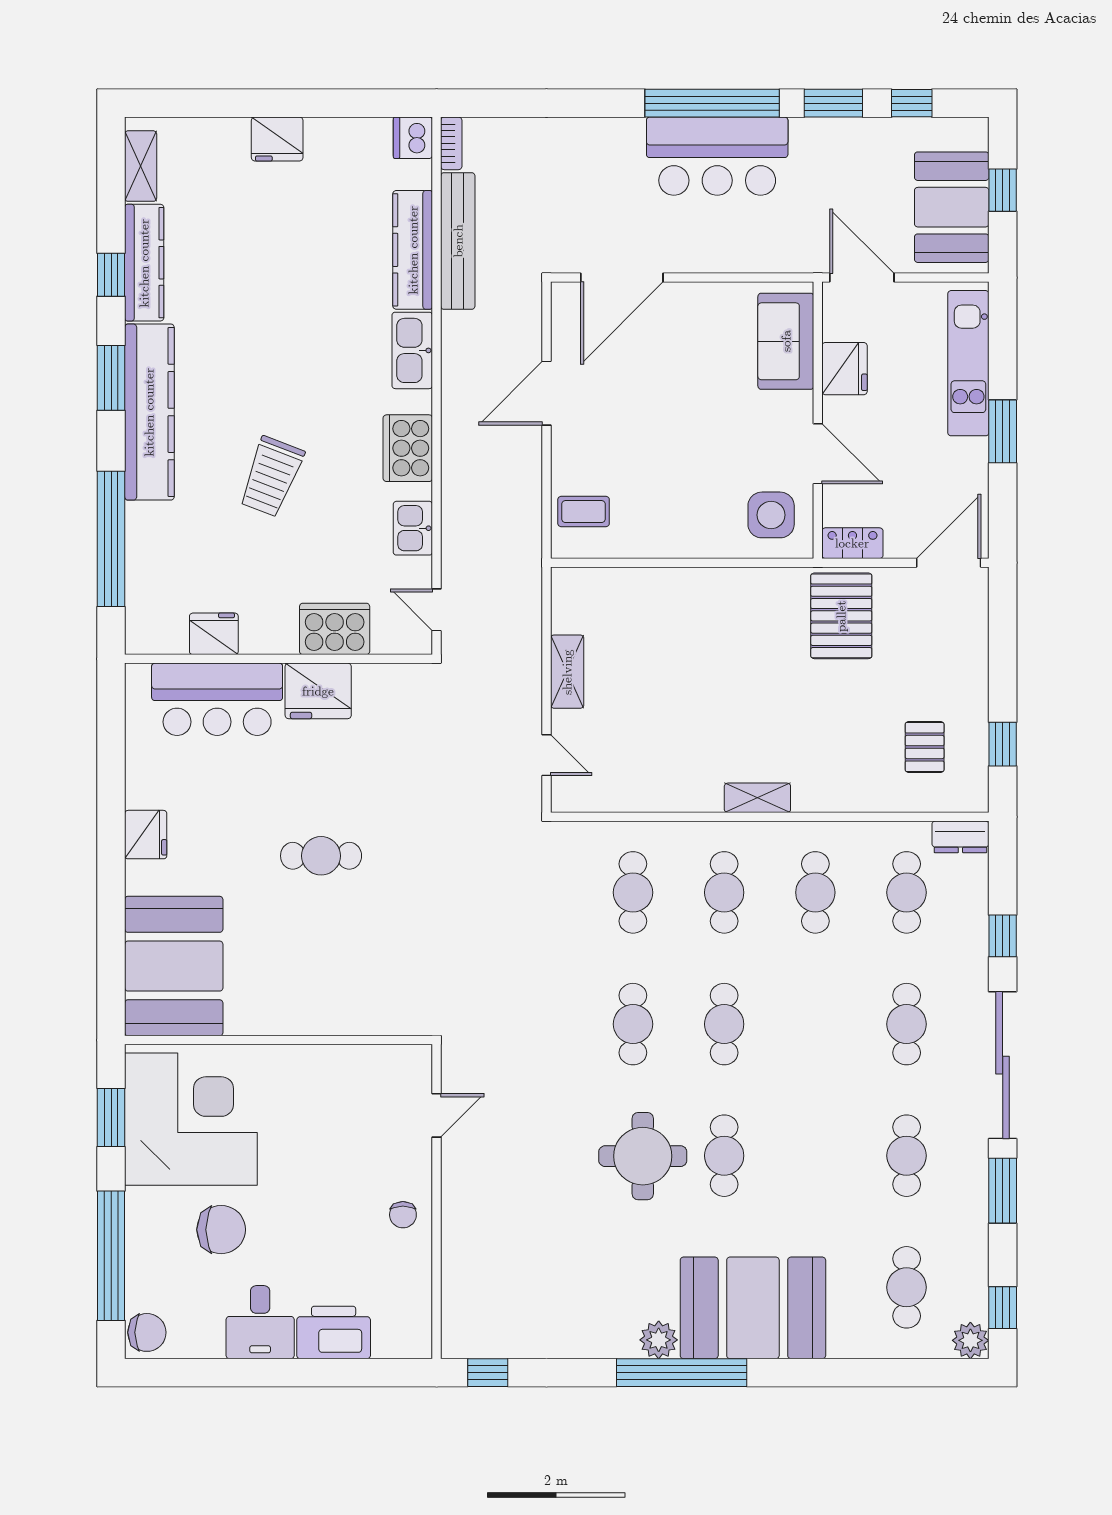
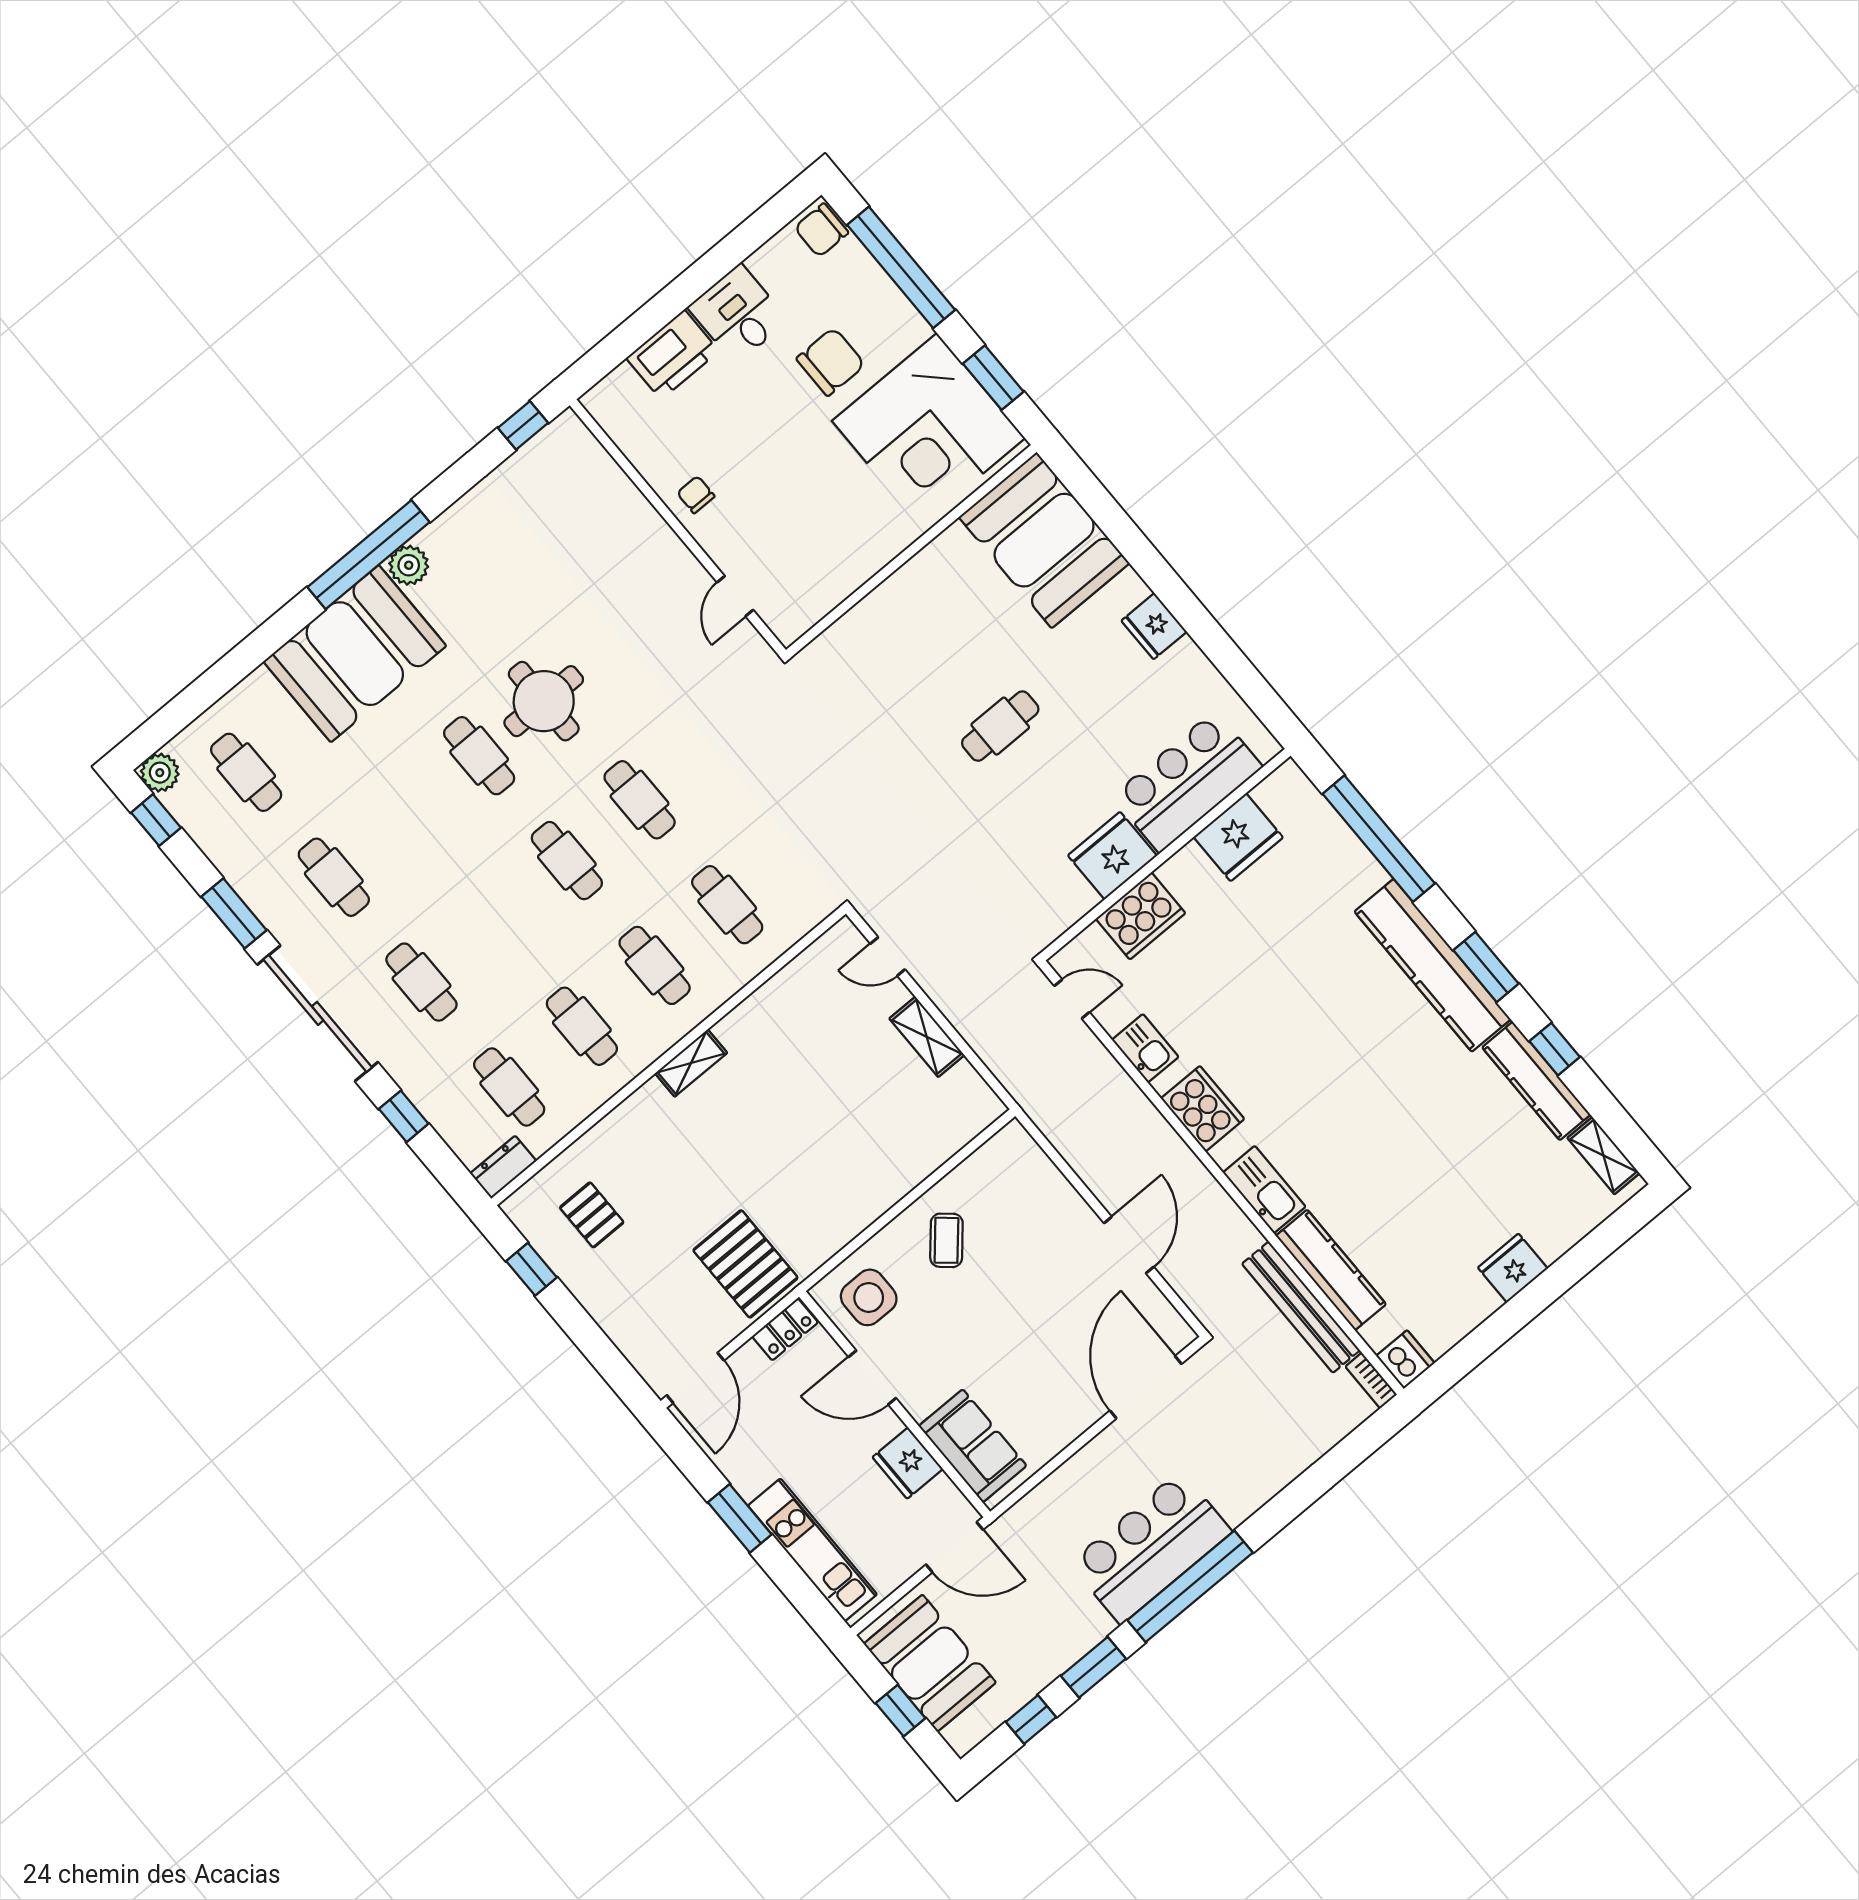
trolley: (271, 477) -> (1292, 995), removed
coffee table: (584, 512) -> (946, 1240), moved, turned -49
fridge: (214, 634) -> (1238, 837), width x1.36, depth x1.34
chair: (221, 1230) -> (831, 362), turned 180

